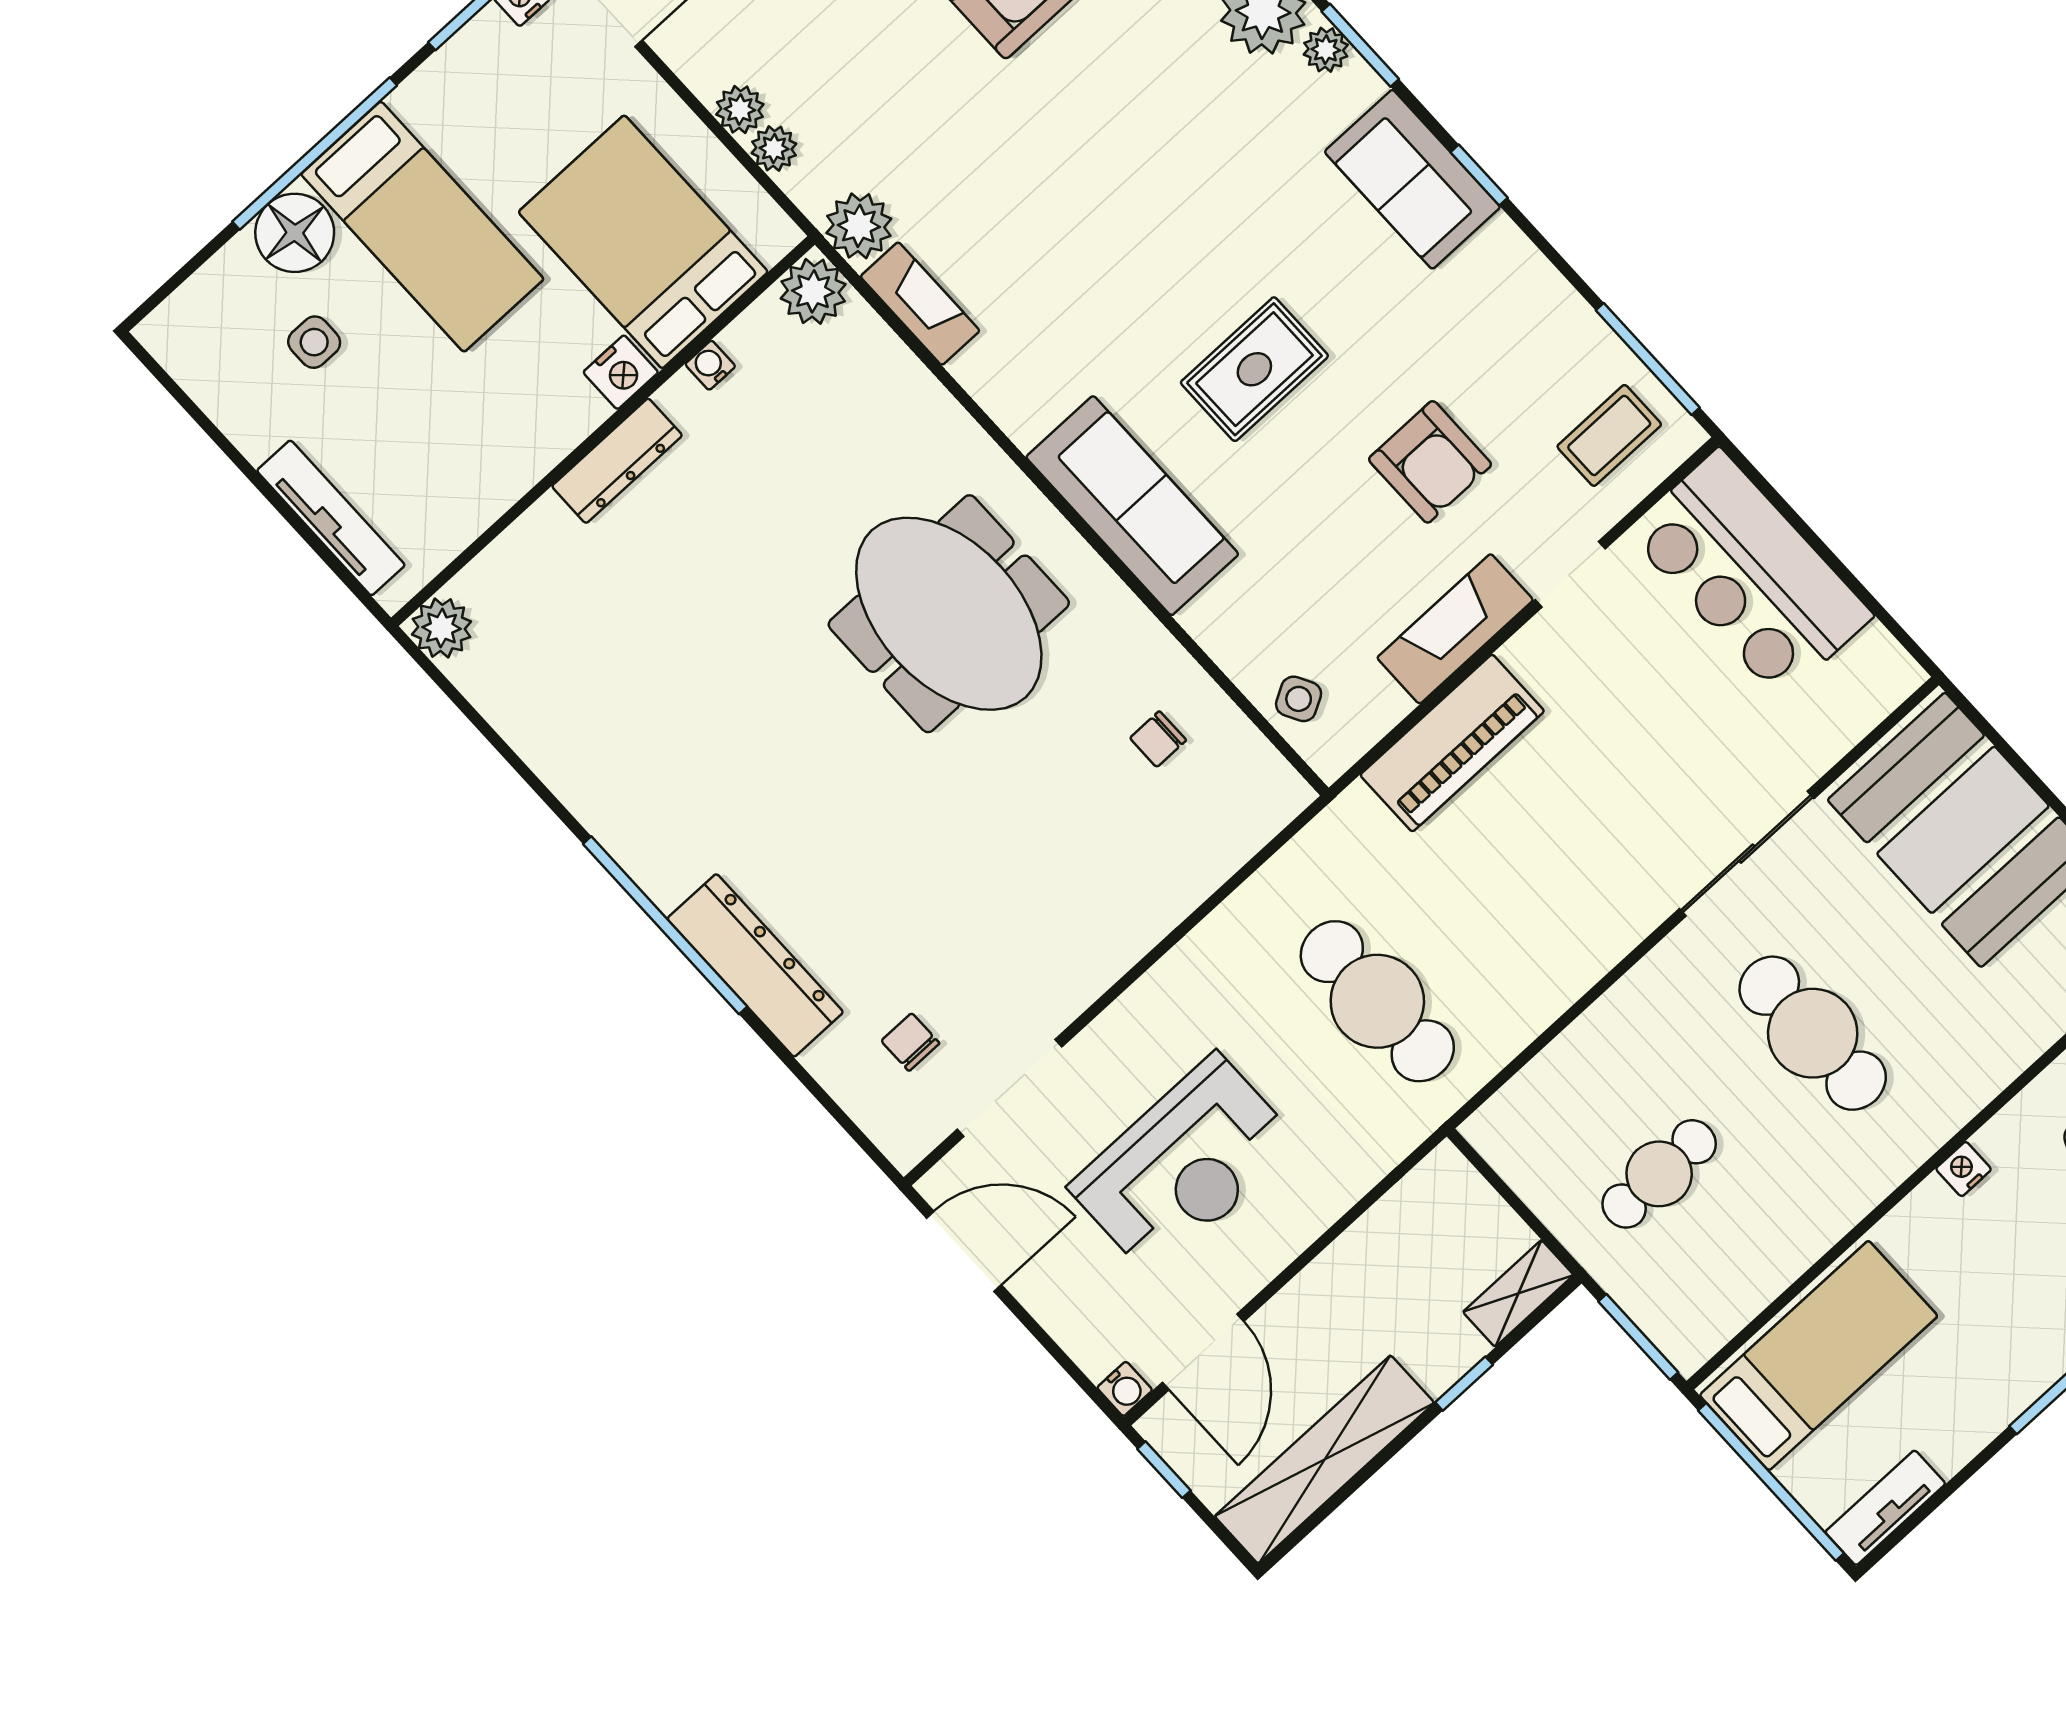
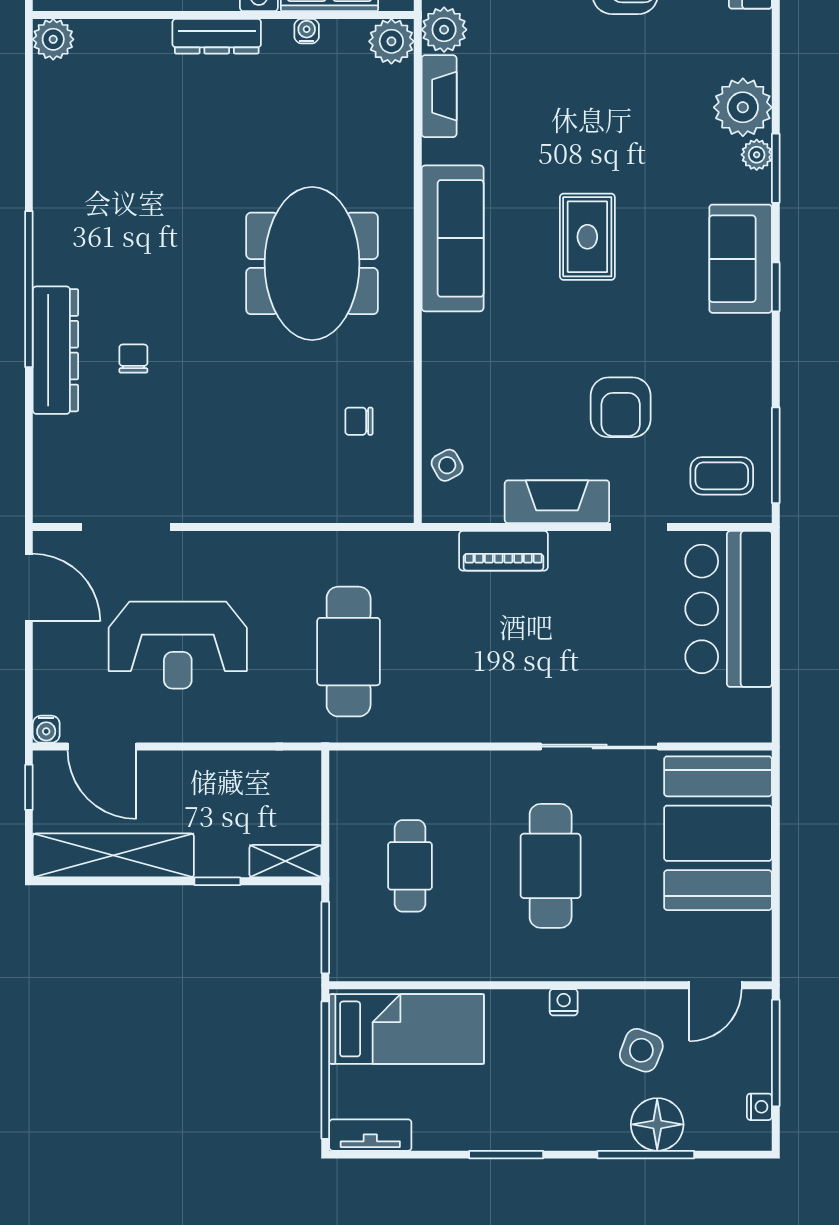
rug: (1254, 369) -> (587, 237), moved, turned 90
sofa: (1132, 506) -> (453, 238), moved
piano: (1452, 743) -> (503, 551), width x0.73, depth x0.75
chair: (910, 1042) -> (133, 359), moved
cafe table: (1659, 1174) -> (410, 866), turned 90
door: (1203, 1352) -> (102, 747), hinge flipped

